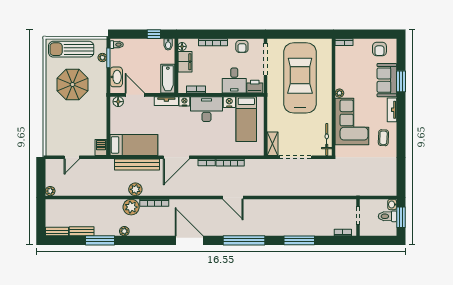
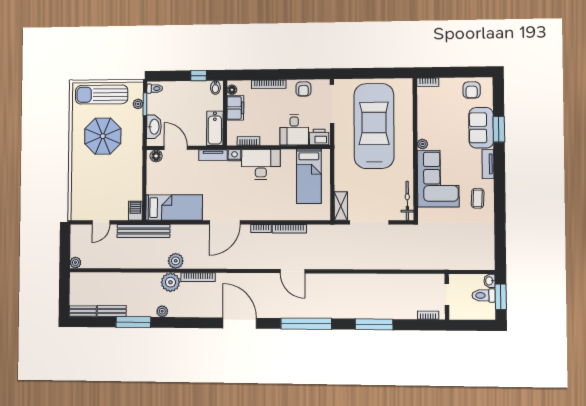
nightstand: (229, 102) -> (288, 156), removed
bench: (137, 165) -> (143, 231), moved

